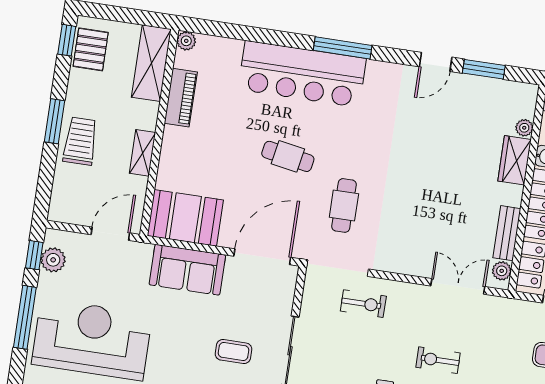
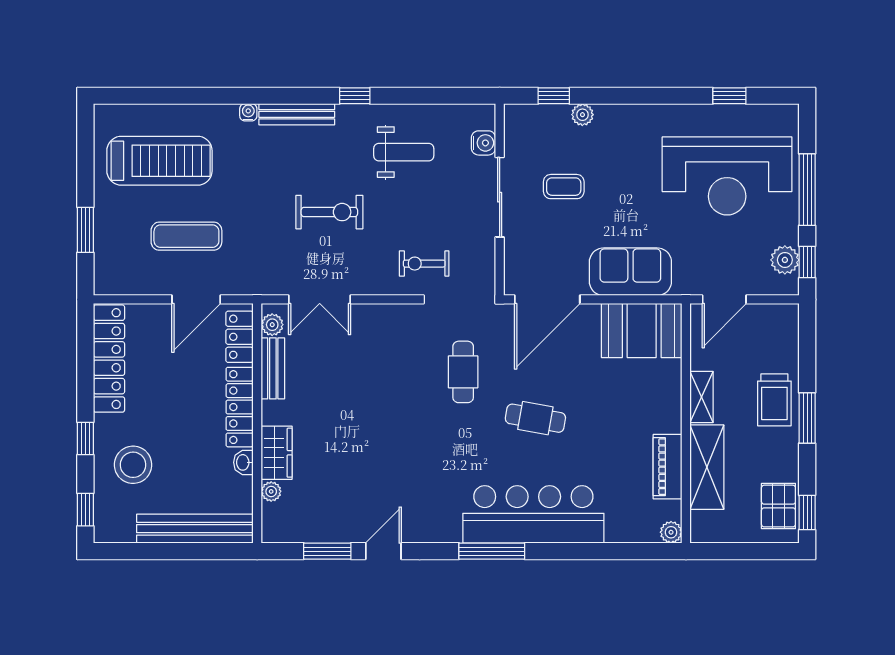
shelving: (151, 63) -> (707, 467), moved
exercise bike: (438, 360) -> (329, 212), width x1.38, depth x1.39

